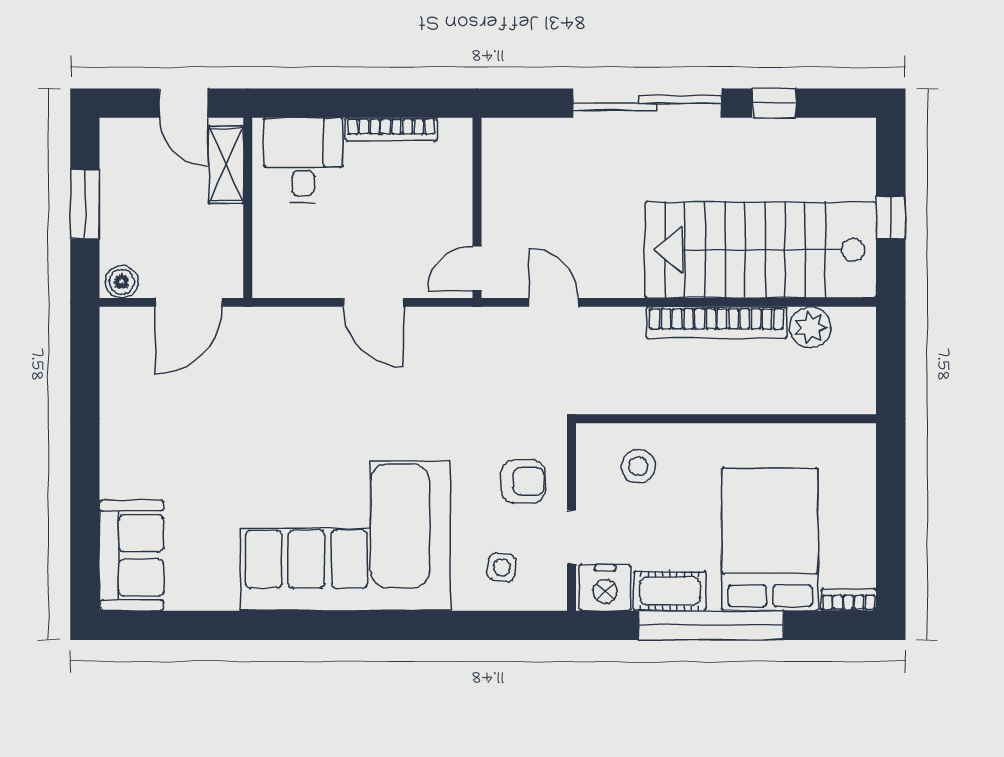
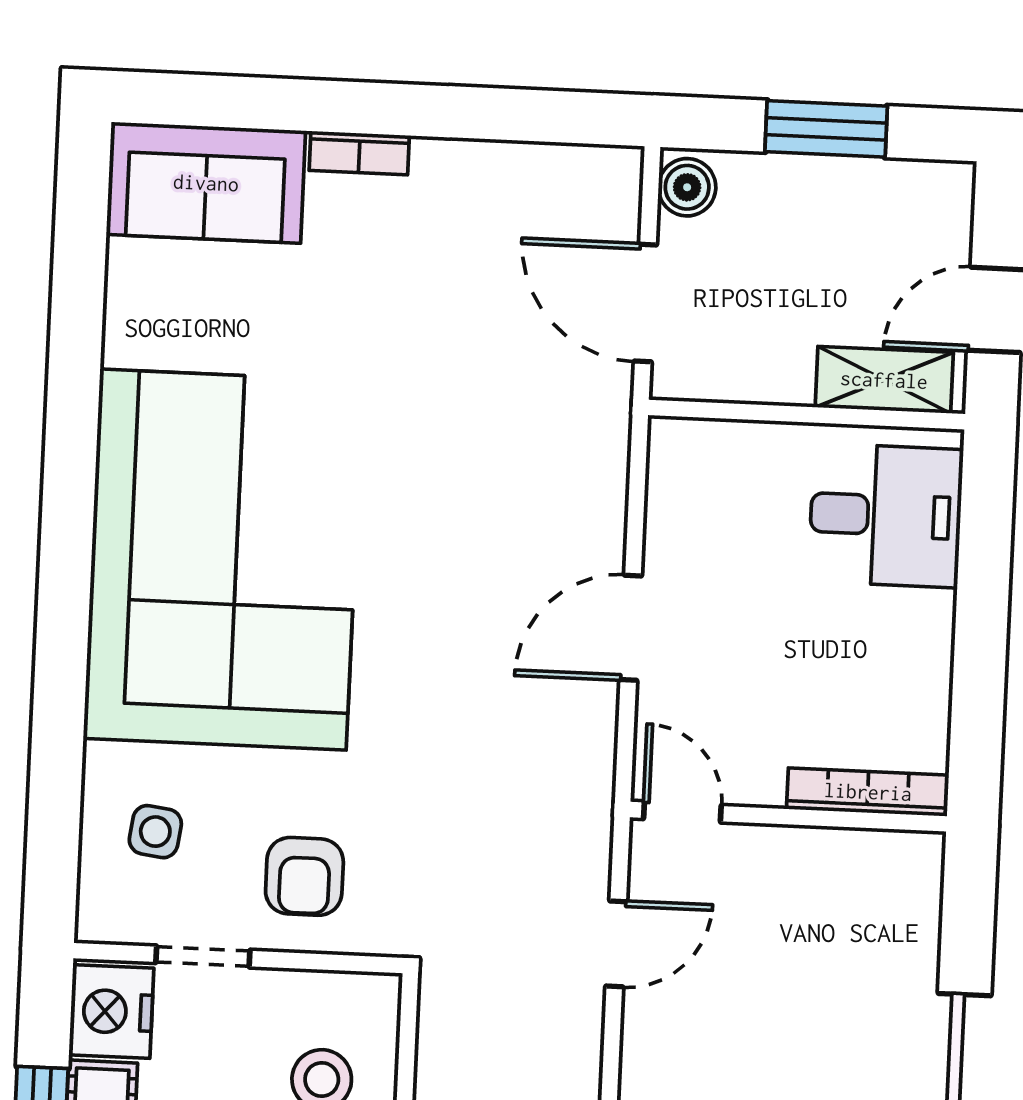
bookcase: (391, 129) -> (868, 792), moved, turned 90
bookcase: (111, 469) -> (359, 153), added

